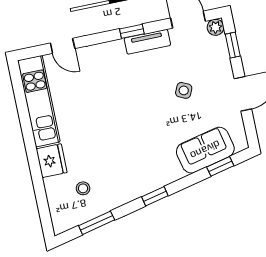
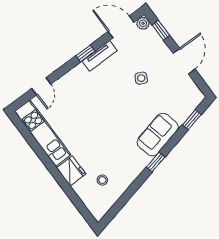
door: (63, 46) -> (41, 86), hinge flipped
sofa: (205, 150) -> (158, 135), moved
window: (97, 223) -> (123, 200), removed

